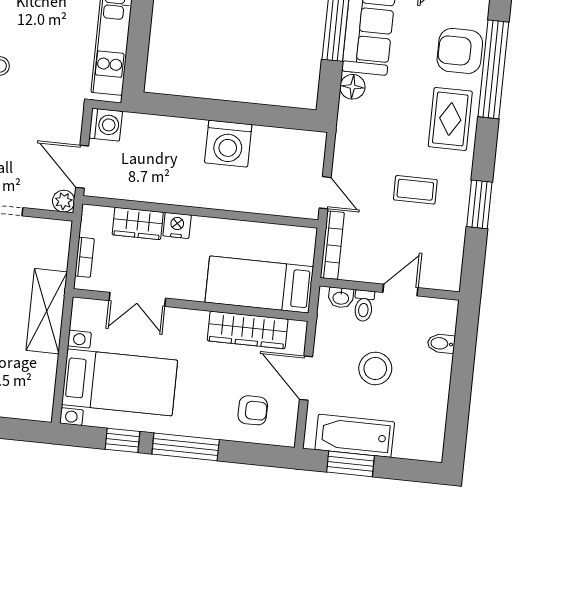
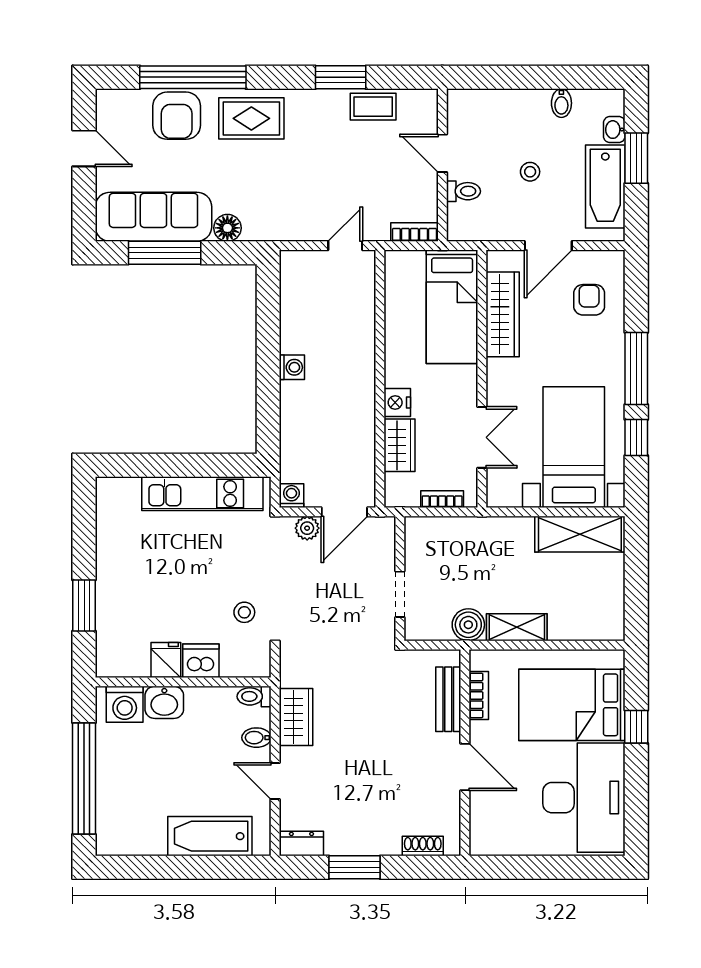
washing machine: (106, 125) -> (291, 496), width x0.73, depth x0.73
washing machine: (228, 144) -> (292, 367), width x0.53, depth x0.53
coffee table: (415, 190) -> (373, 107), moved, turned 90
plant: (64, 201) -> (307, 528), moved
bookcase: (332, 245) -> (414, 232), width x0.64
washbasin: (341, 298) -> (614, 130), moved, turned 180
shelving: (47, 311) -> (580, 534), moved
bidet: (441, 344) -> (561, 103), moved
stool: (375, 368) -> (530, 172), width x0.53, depth x0.53
window: (351, 464) -> (636, 158), moved

